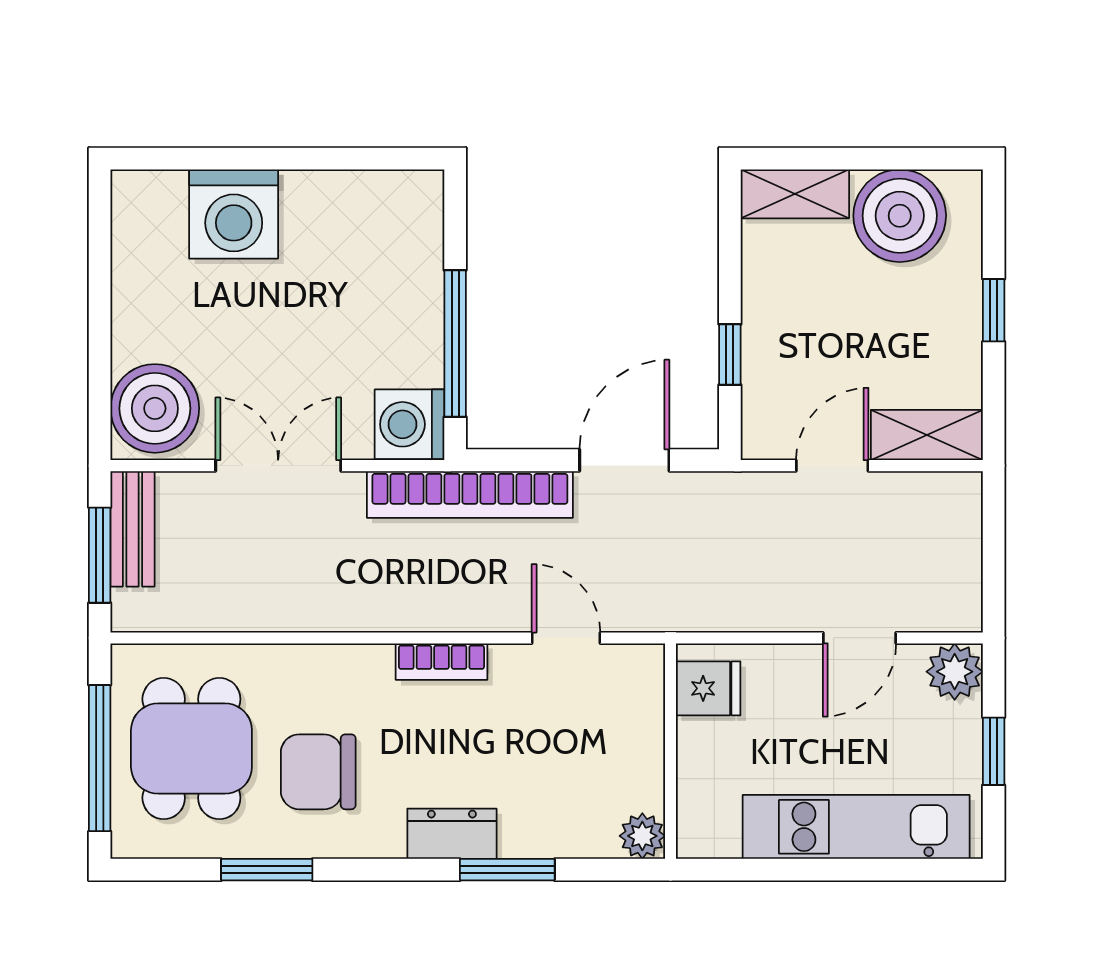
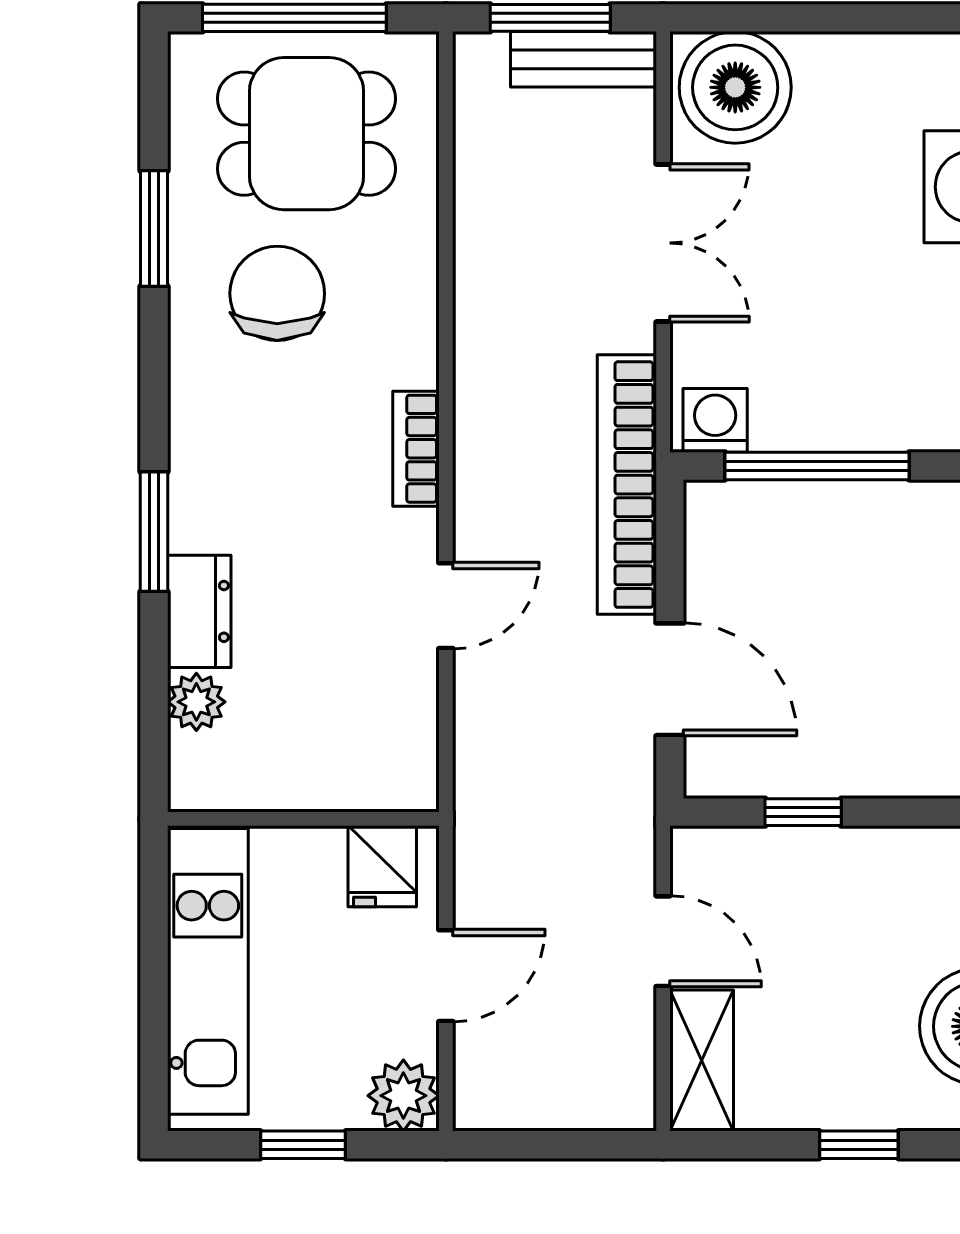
washing machine: (409, 424) -> (715, 420), width x0.73, depth x0.73
door: (859, 638) -> (446, 976), swing flipped
fridge: (708, 688) -> (382, 866), moved
wall: (671, 751) -> (303, 819), moved
dresser: (452, 834) -> (199, 611), moved

